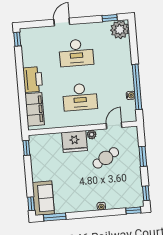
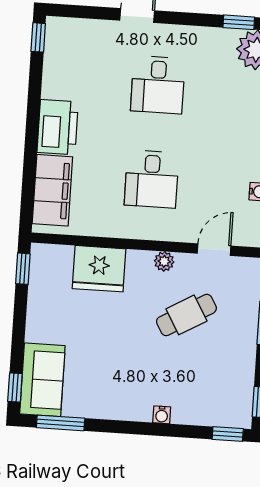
desk: (76, 53) -> (158, 85), width x0.73
desk: (80, 97) -> (152, 179), width x0.73
fridge: (75, 141) -> (99, 269), moved

